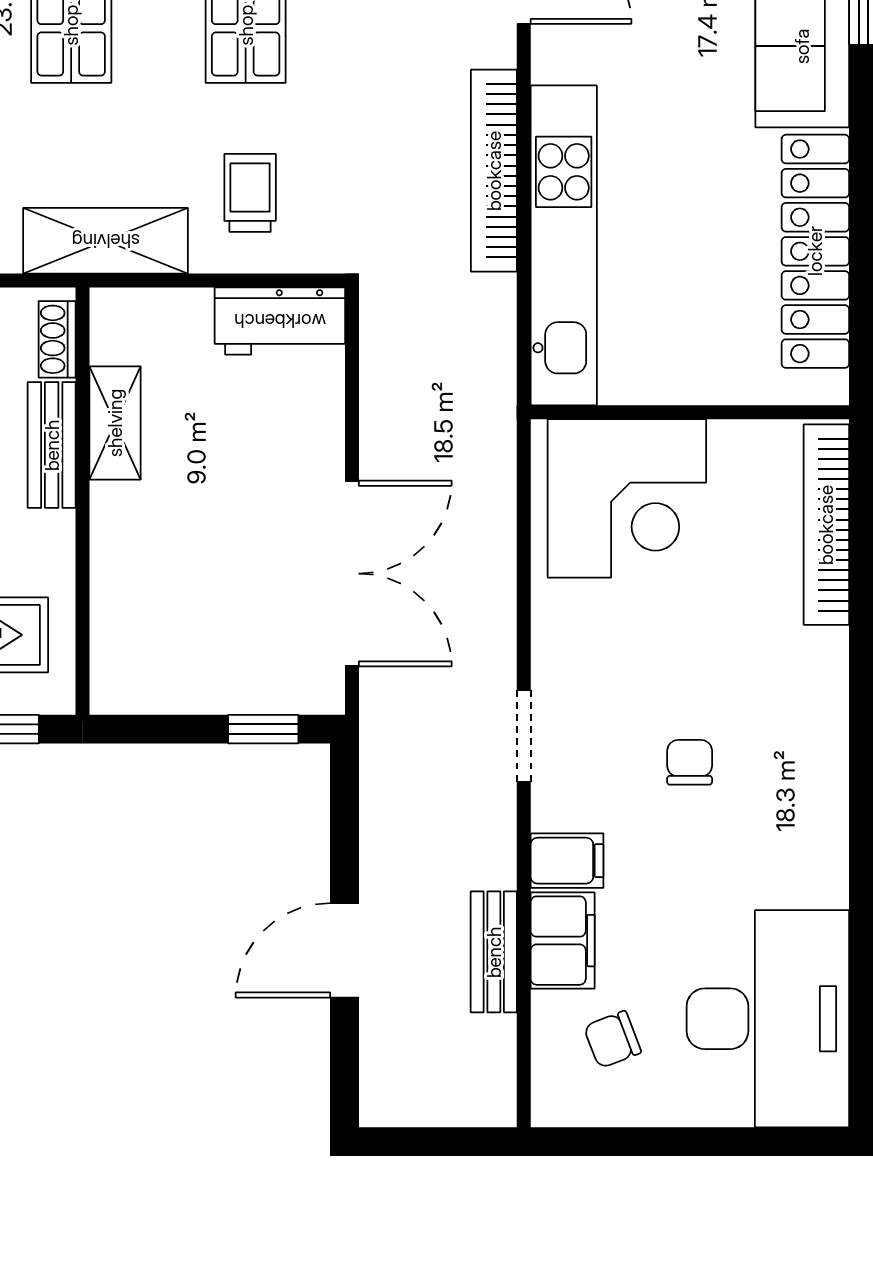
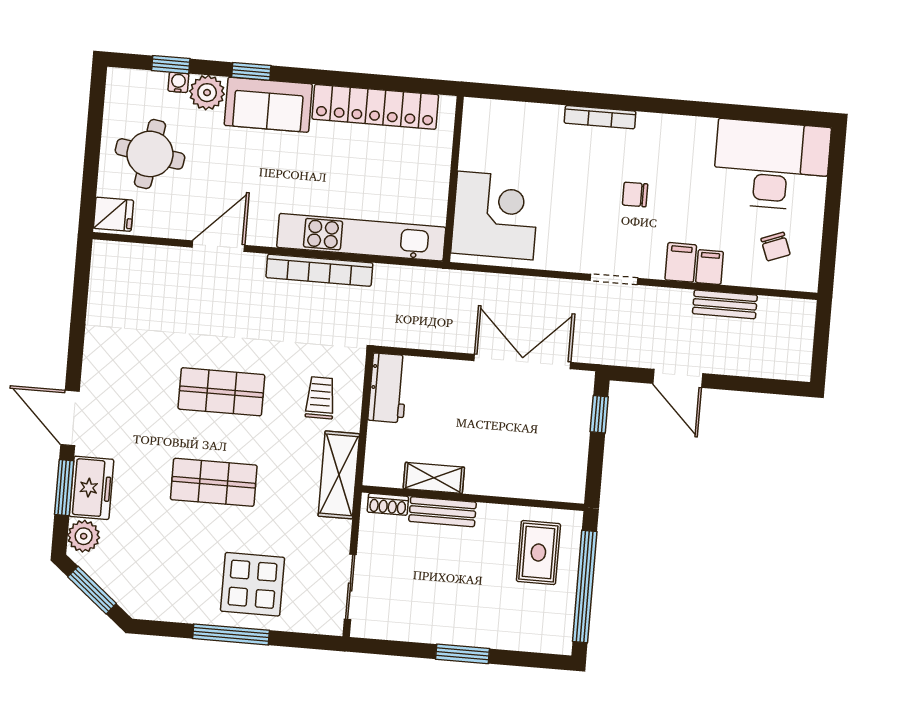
trolley: (250, 193) -> (320, 398), turned 90
bookcase: (826, 525) -> (600, 117), moved, width x0.68, depth x0.76
filing cabinet: (563, 941) -> (710, 267), width x0.50
door: (344, 950) -> (678, 378), moved

